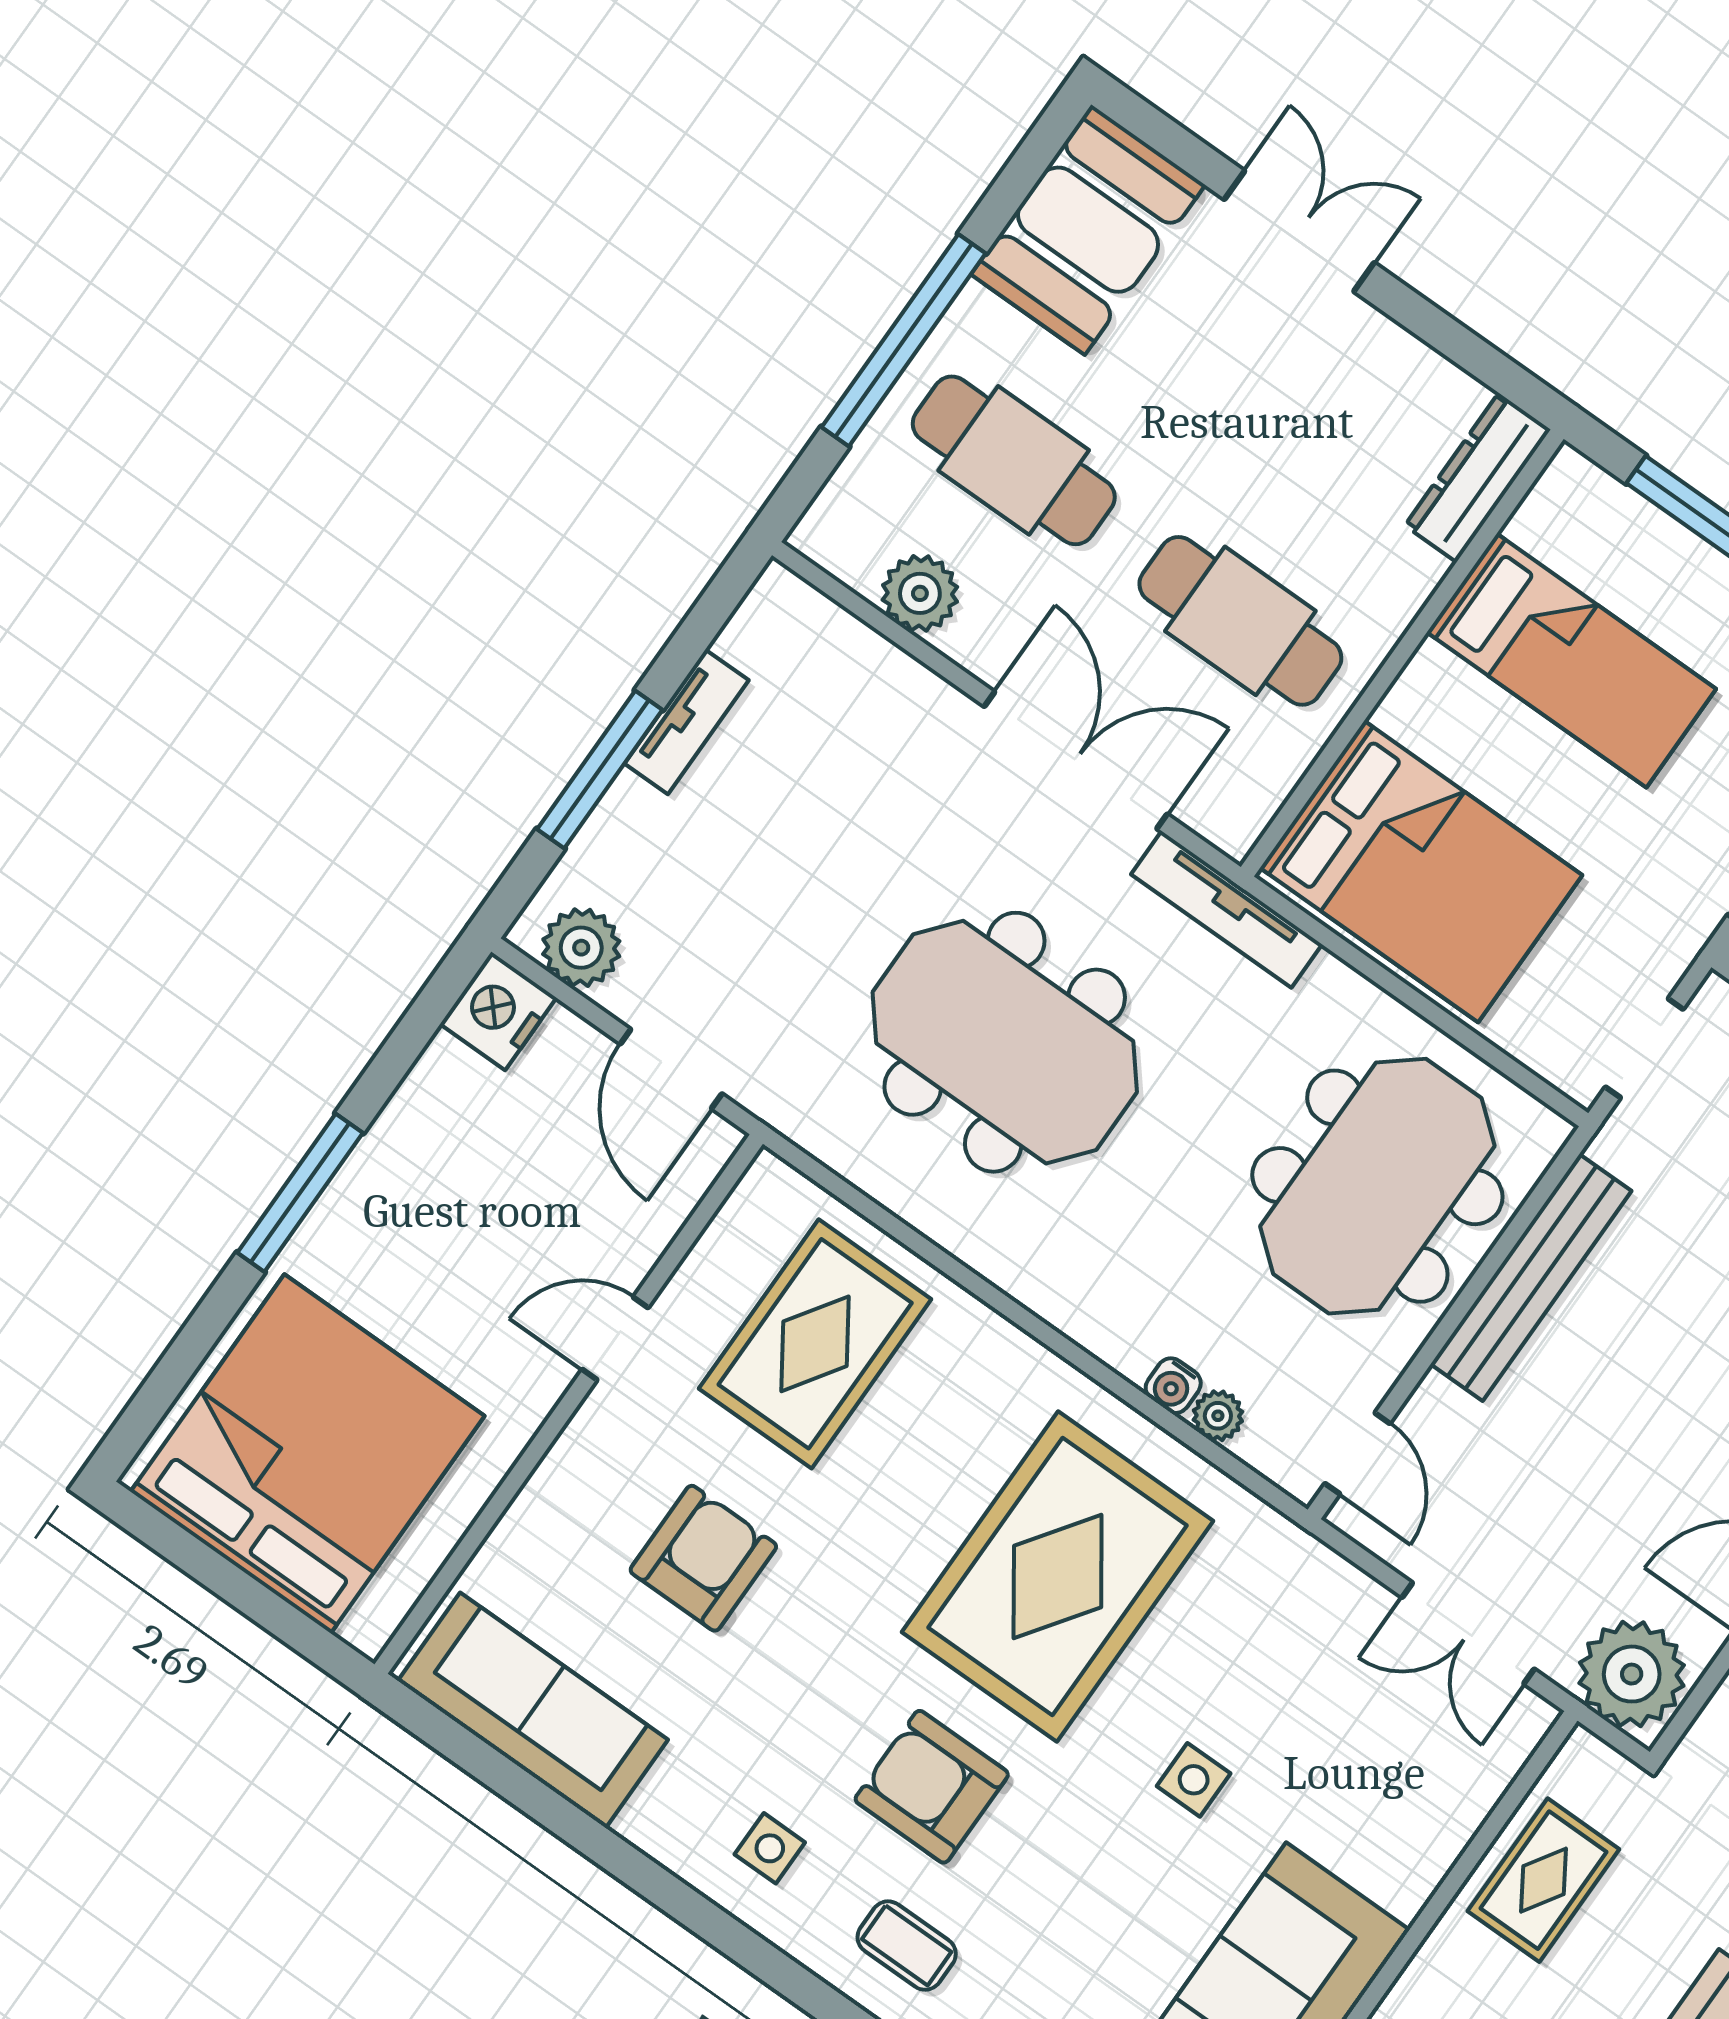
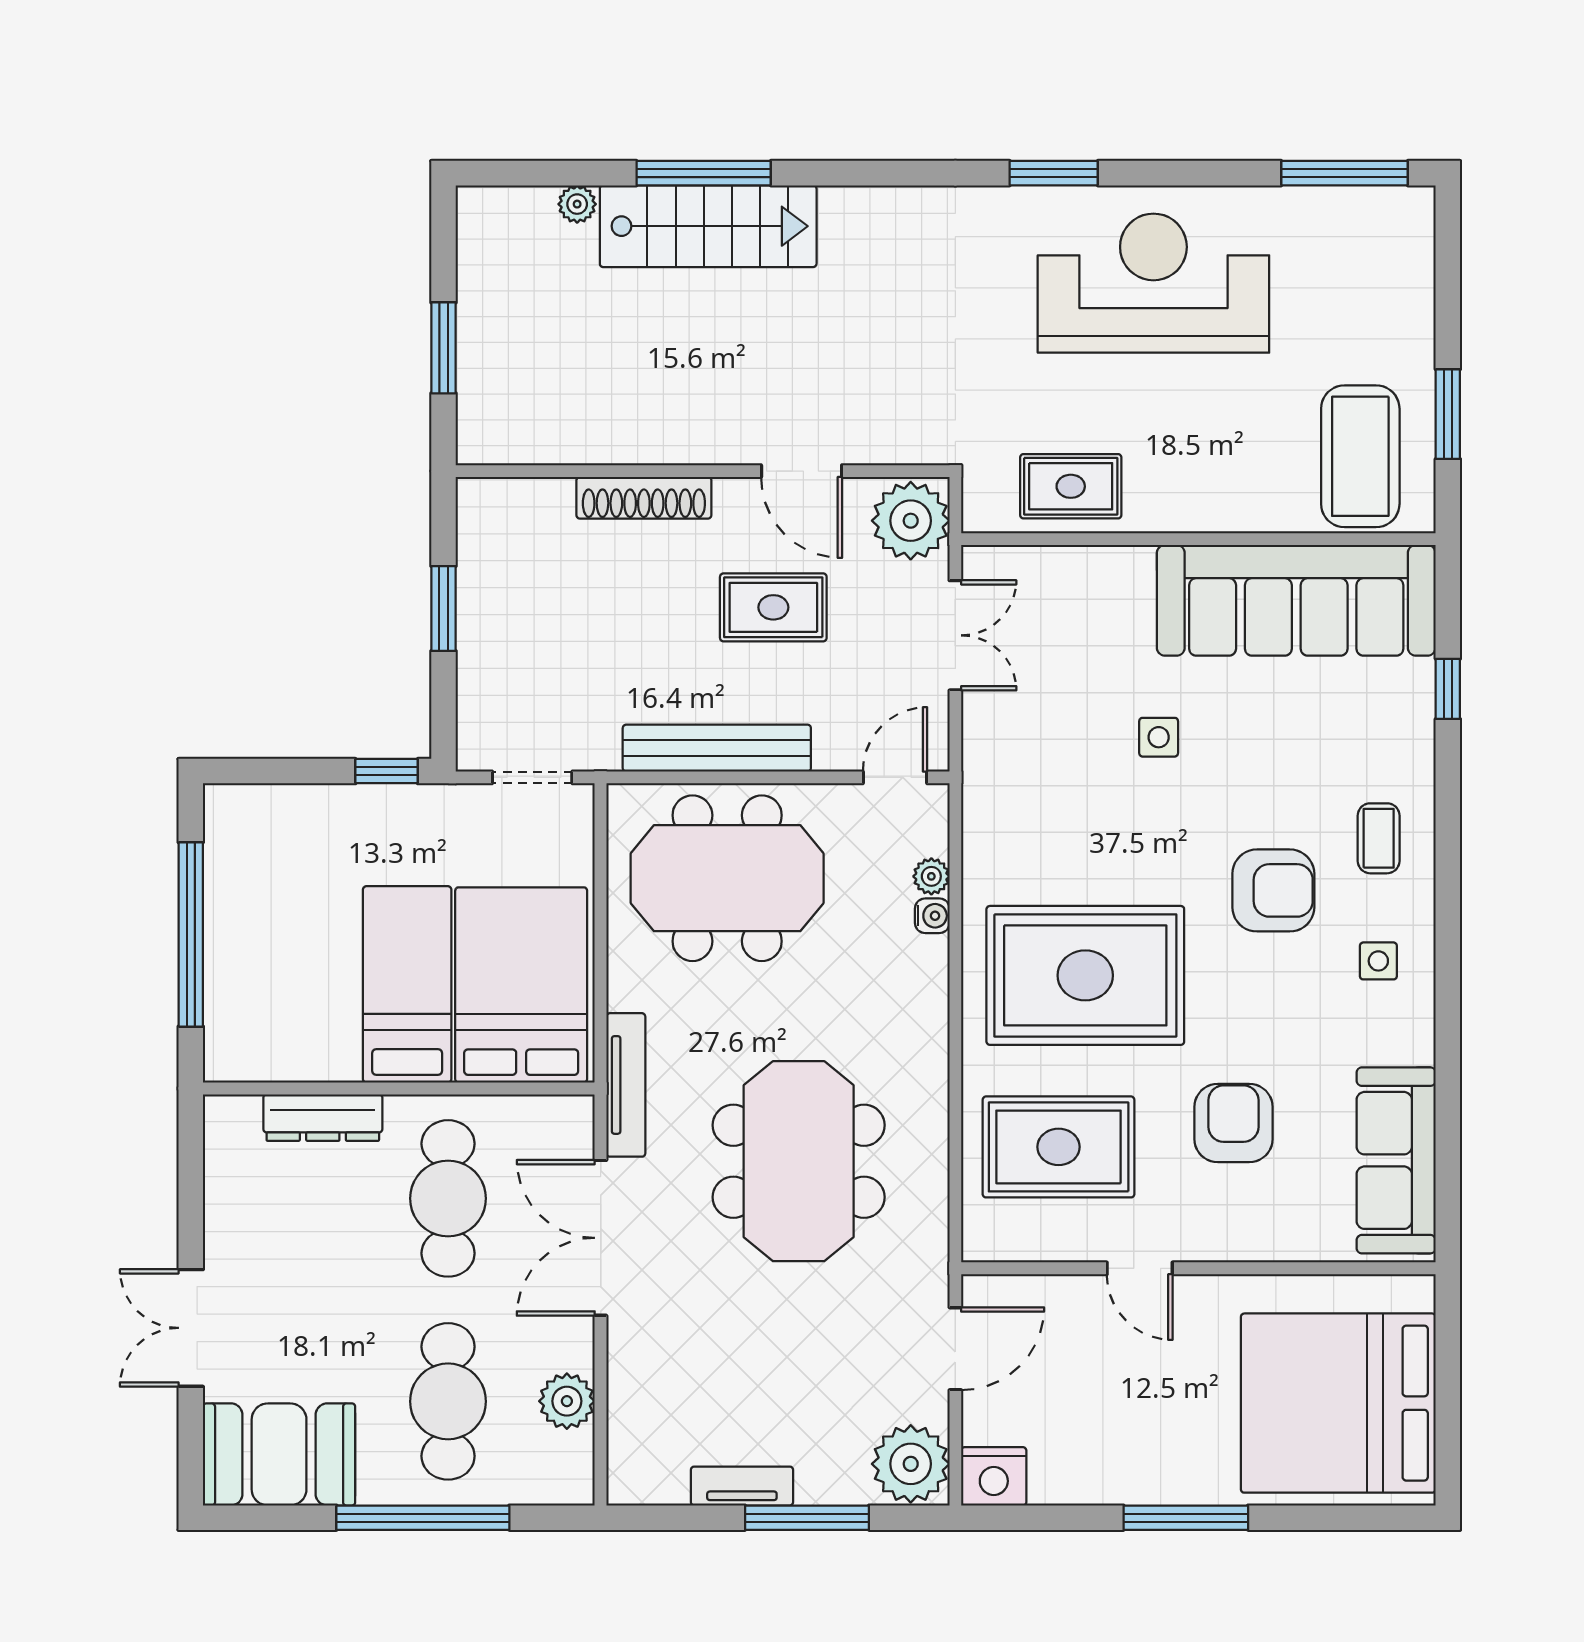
dresser: (1478, 478) -> (323, 1118), moved
bed: (1571, 661) -> (407, 984), moved
plant: (581, 948) -> (911, 1464), width x1.36, depth x1.36
rug: (1643, 1452) -> (773, 607), added
armchair: (703, 1558) -> (1233, 1123), turned 90
rug: (1058, 1577) -> (1085, 975), moved
armchair: (932, 1787) -> (1273, 890), turned -90

